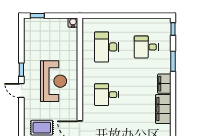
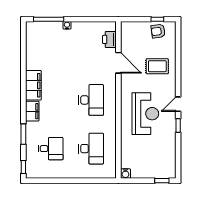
reception desk: (53, 81) -> (145, 114), turned 180
door: (21, 91) -> (178, 104), swing flipped
desk: (107, 95) -> (91, 100), width x1.37

